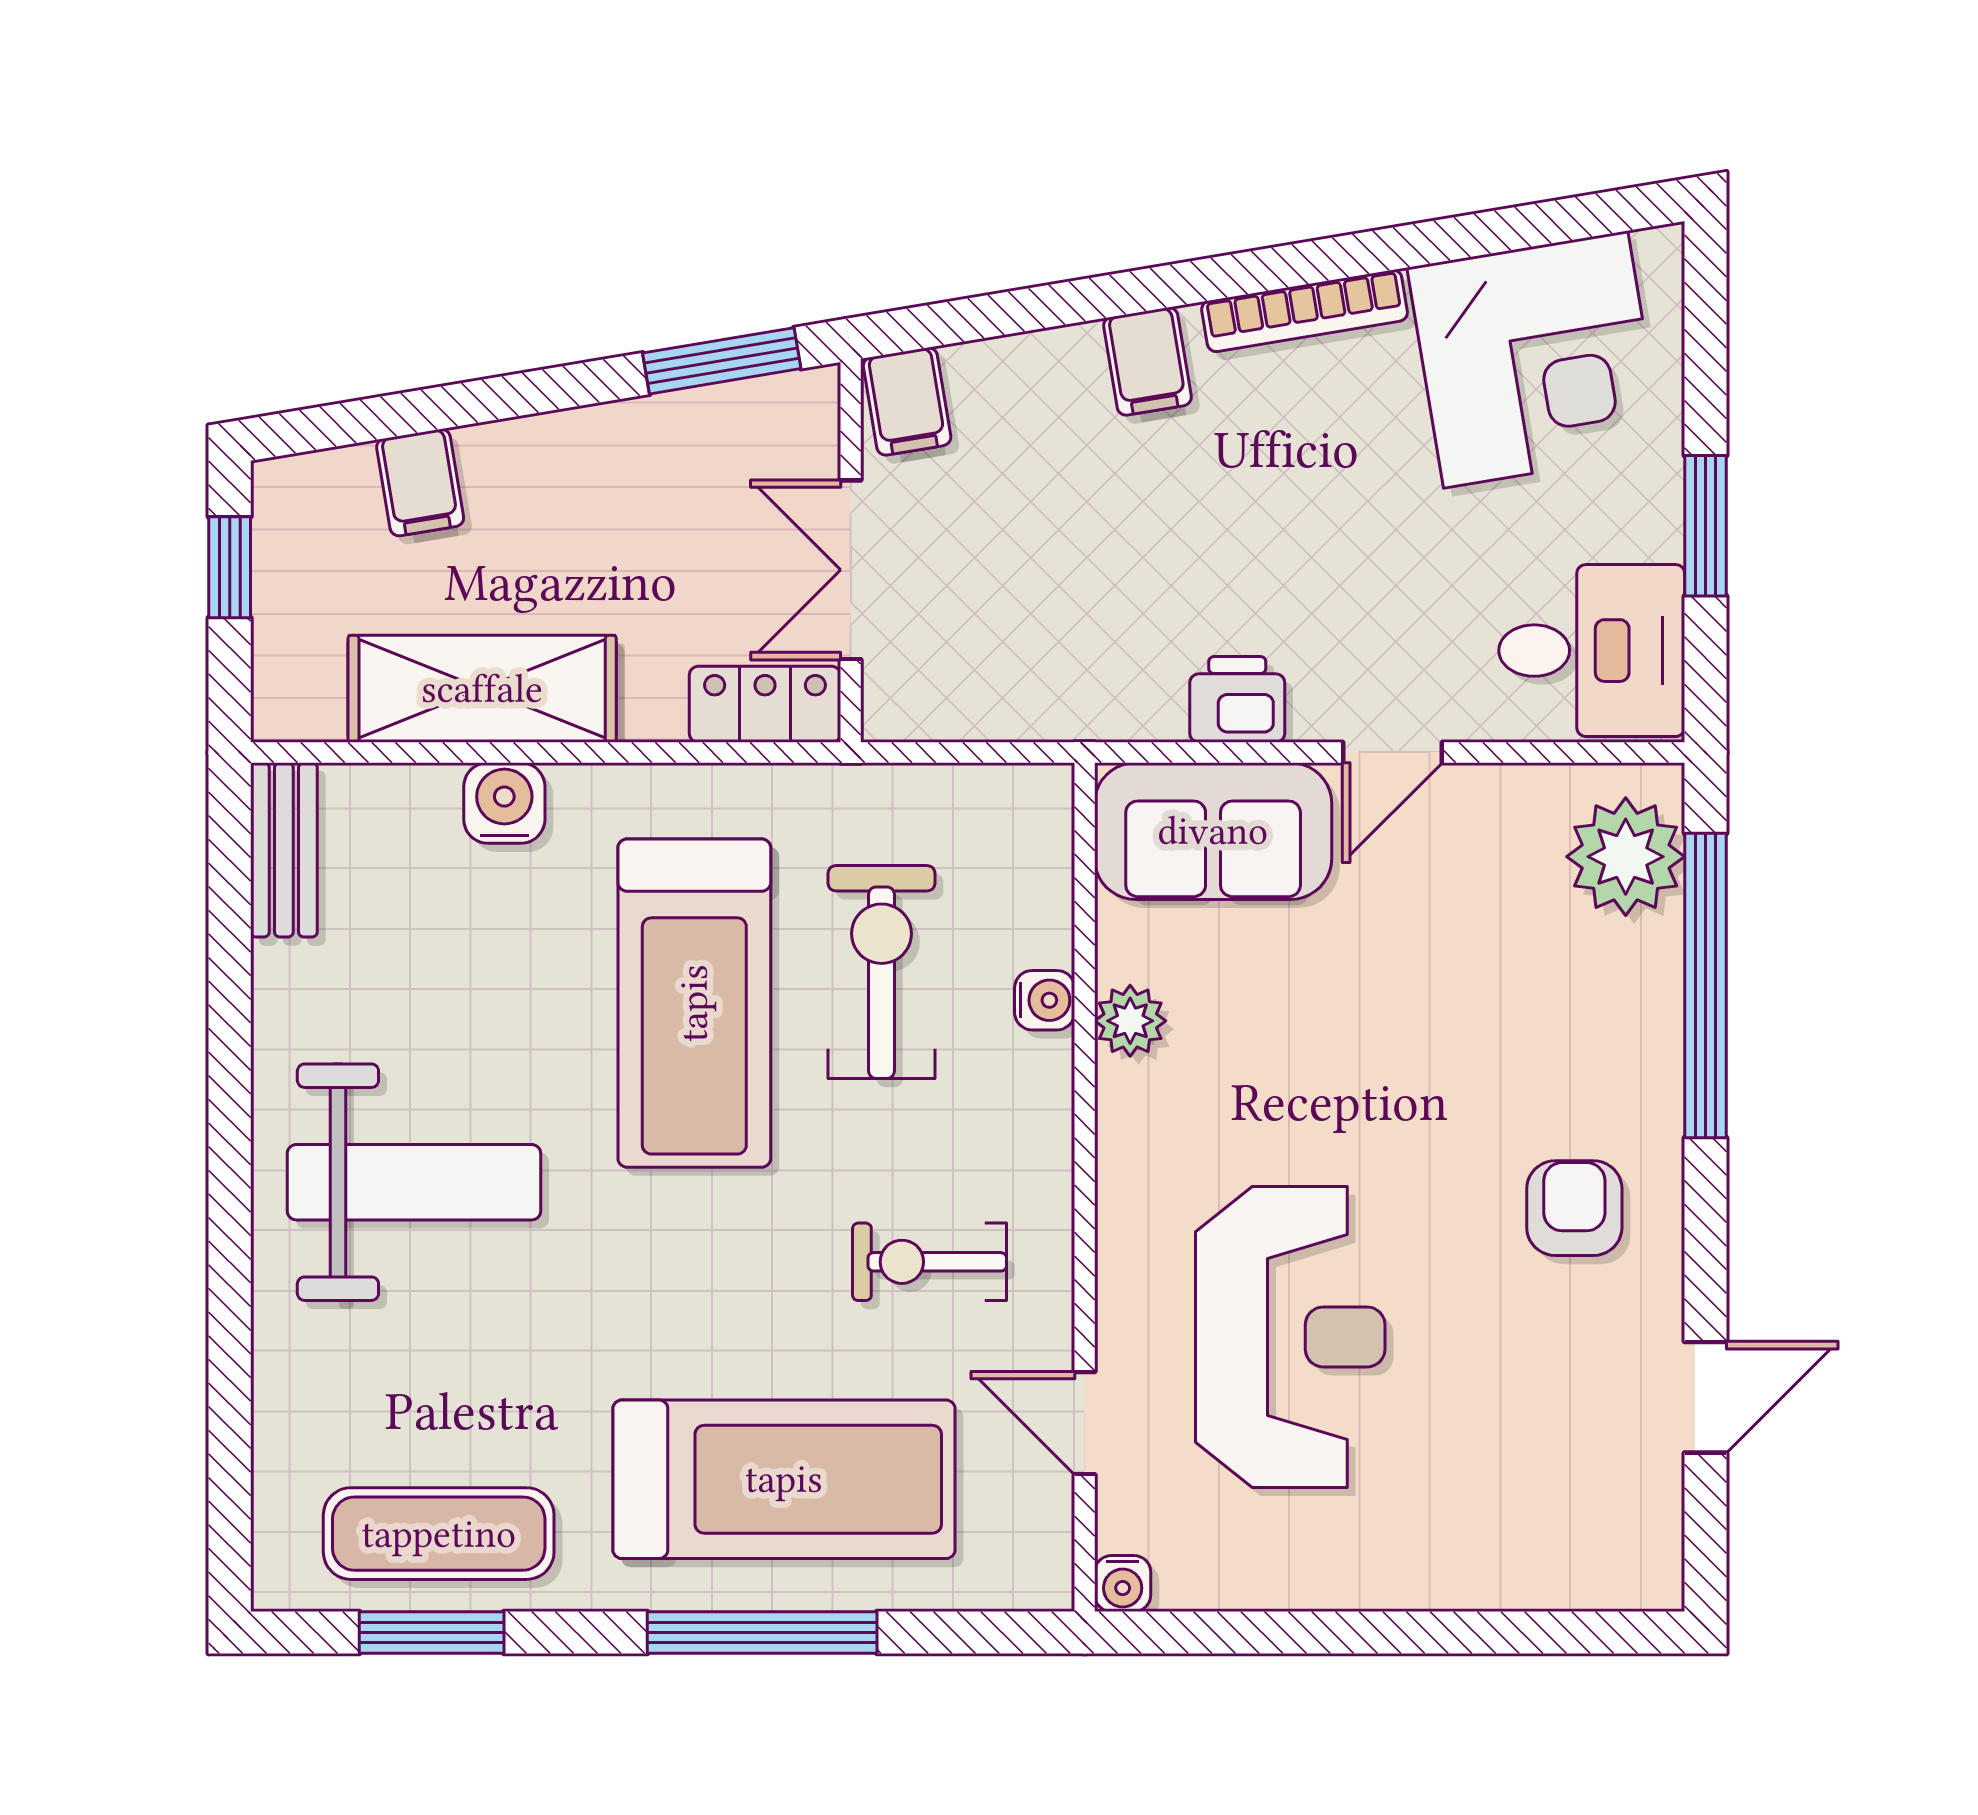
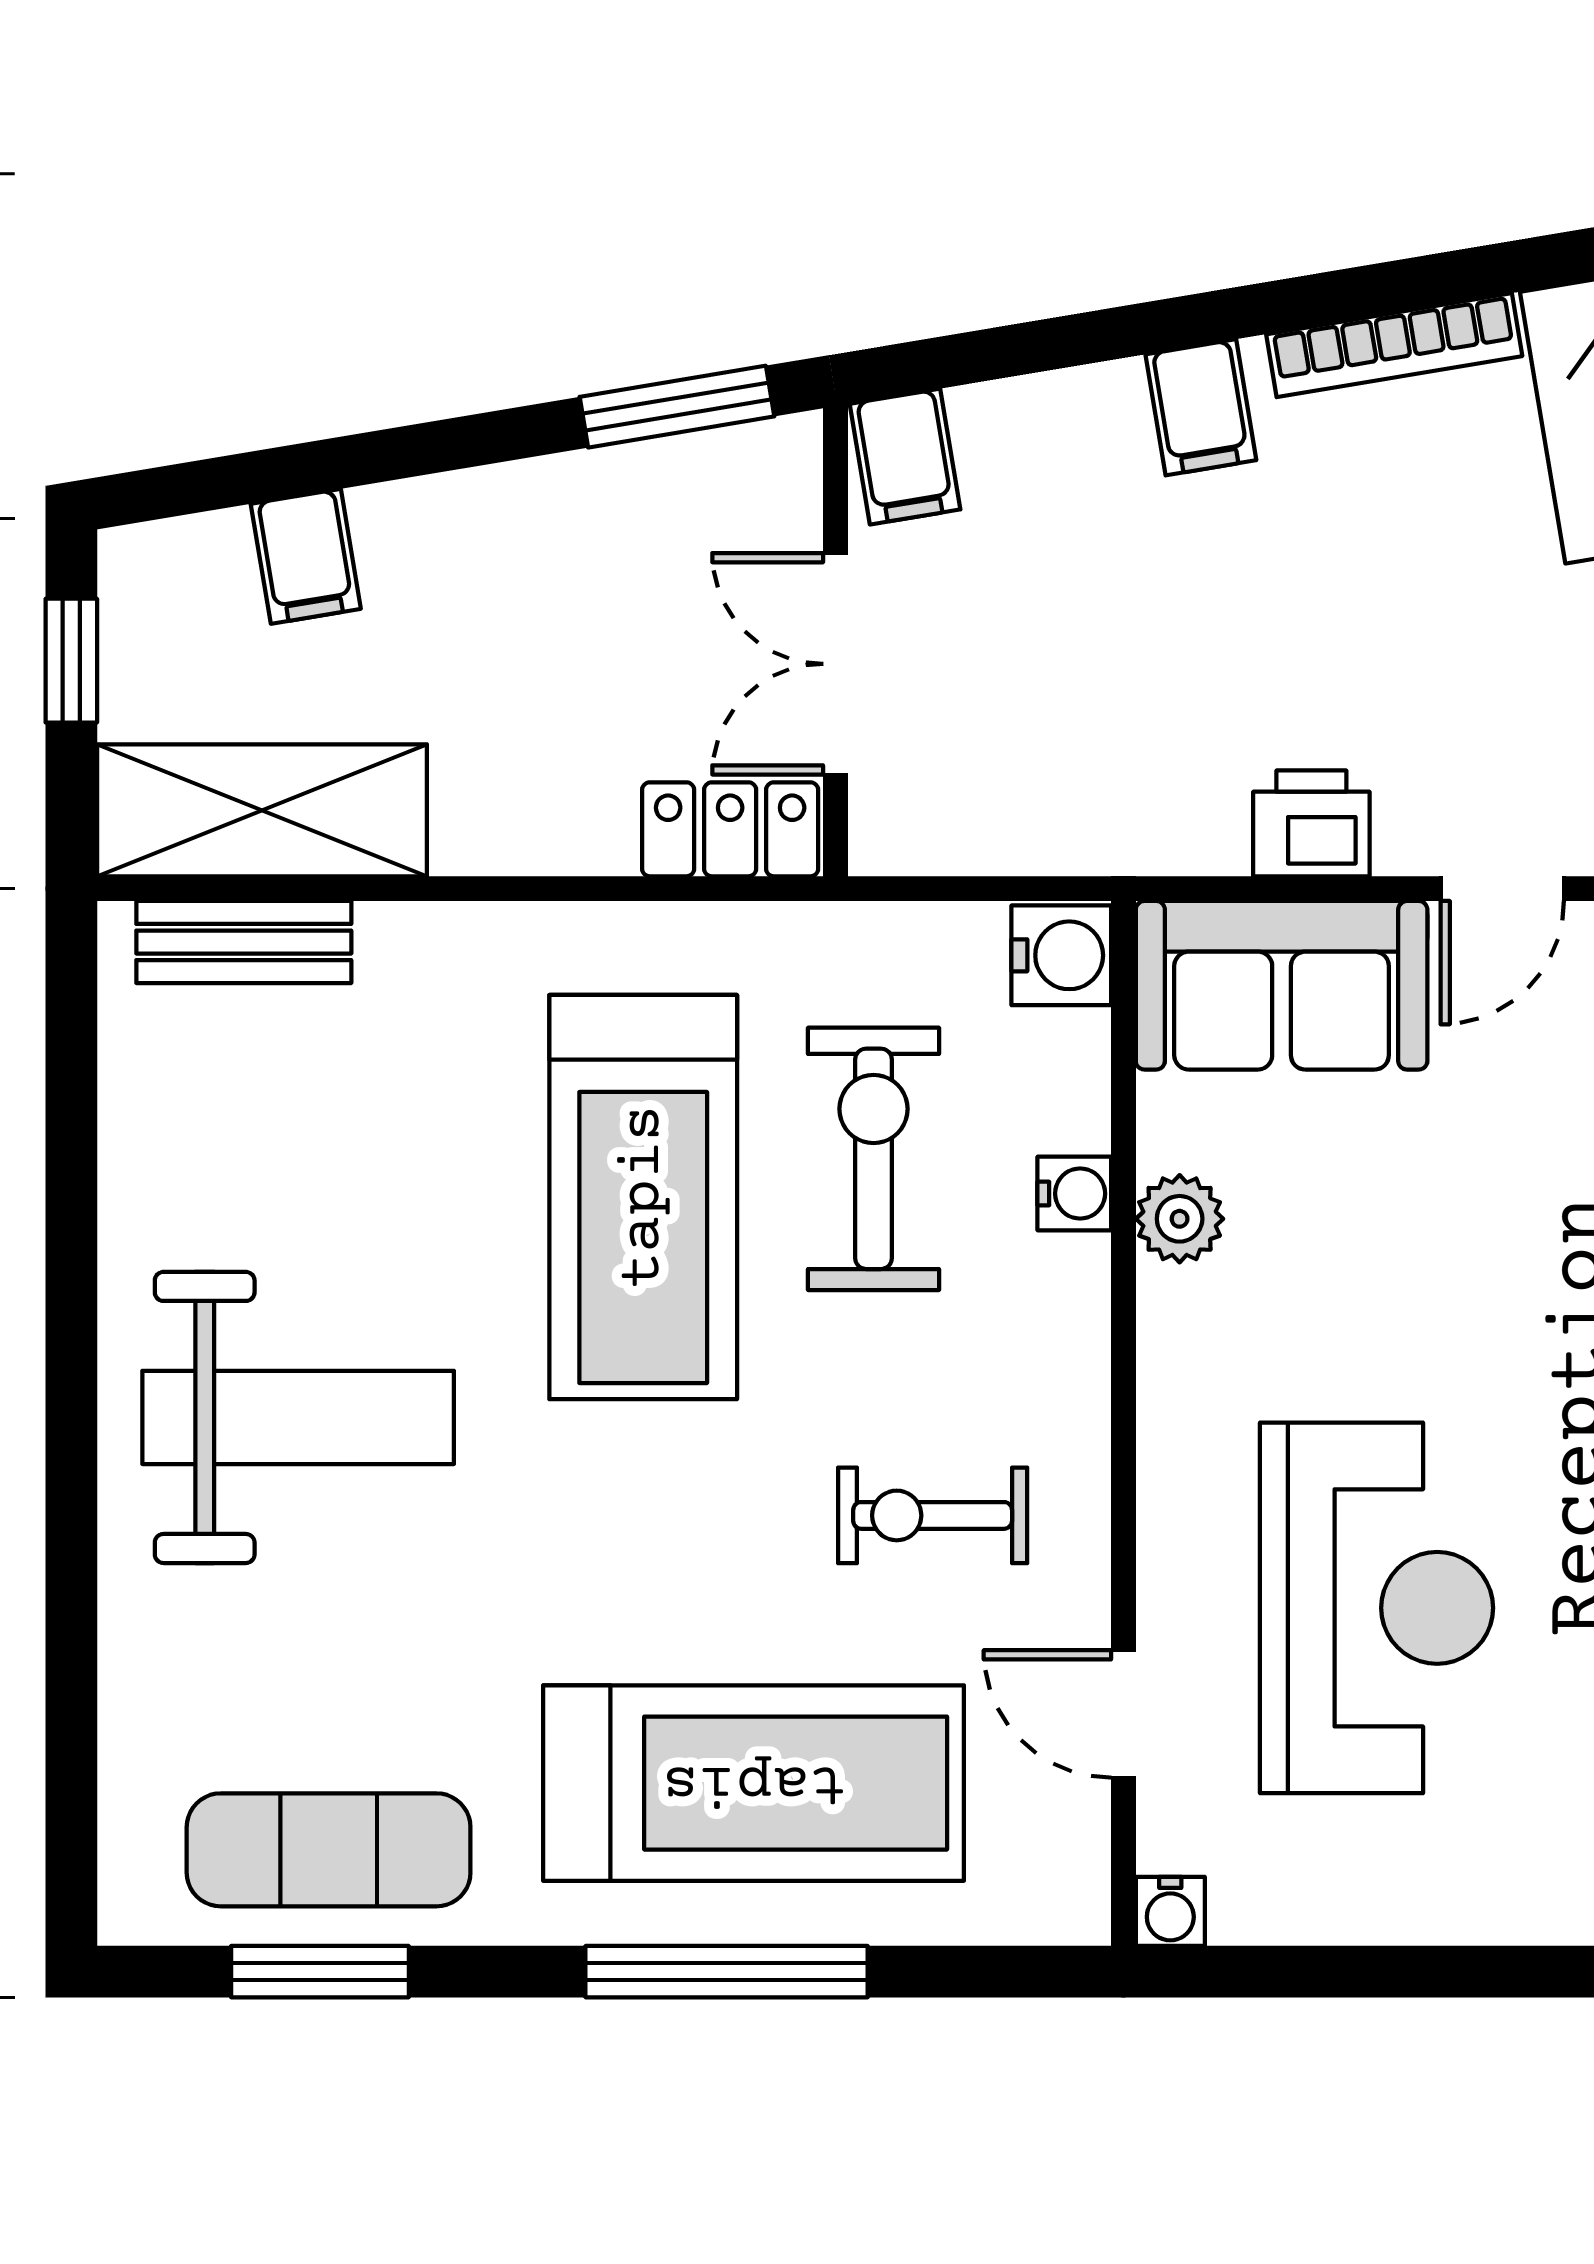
shelving: (482, 689) -> (262, 810), moved
water cooler: (504, 803) -> (1061, 955), moved, turned 90
bench: (284, 850) -> (244, 942), moved, turned 90

